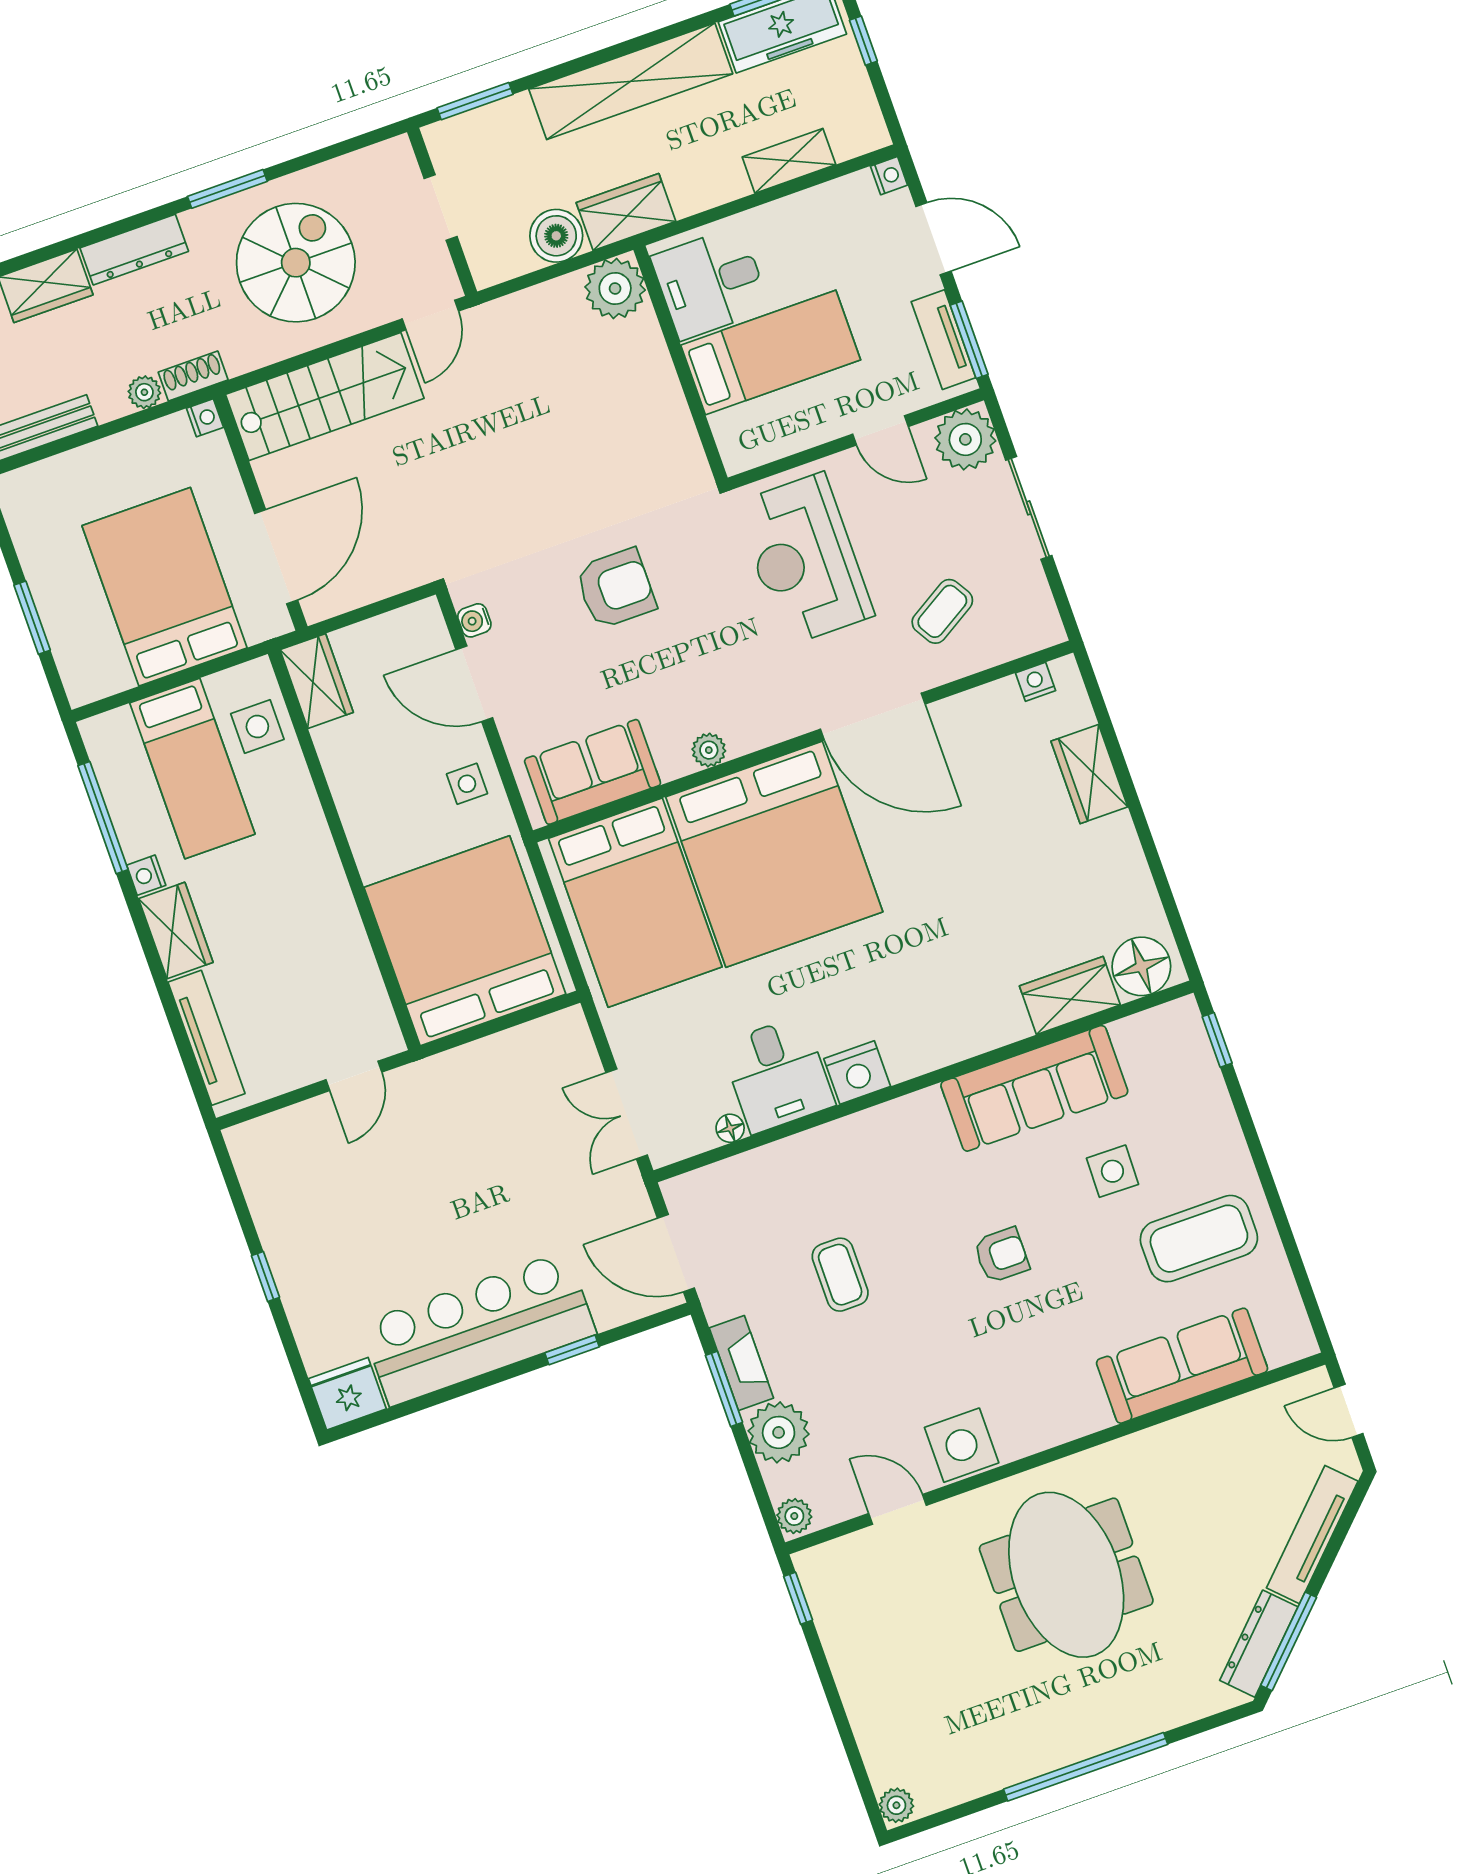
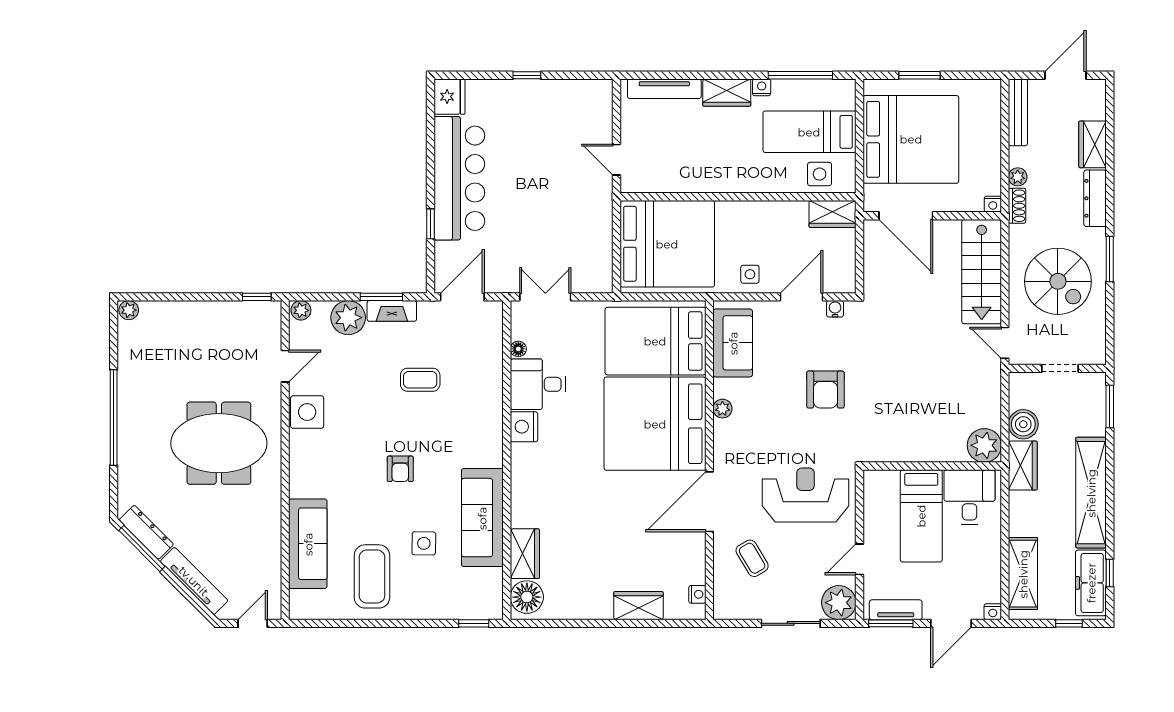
shelving: (789, 161) -> (1023, 574), width x1.50, depth x1.33
bed: (165, 587) -> (911, 139), width x1.36

